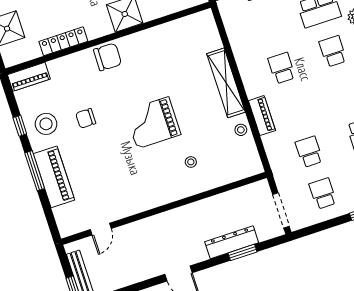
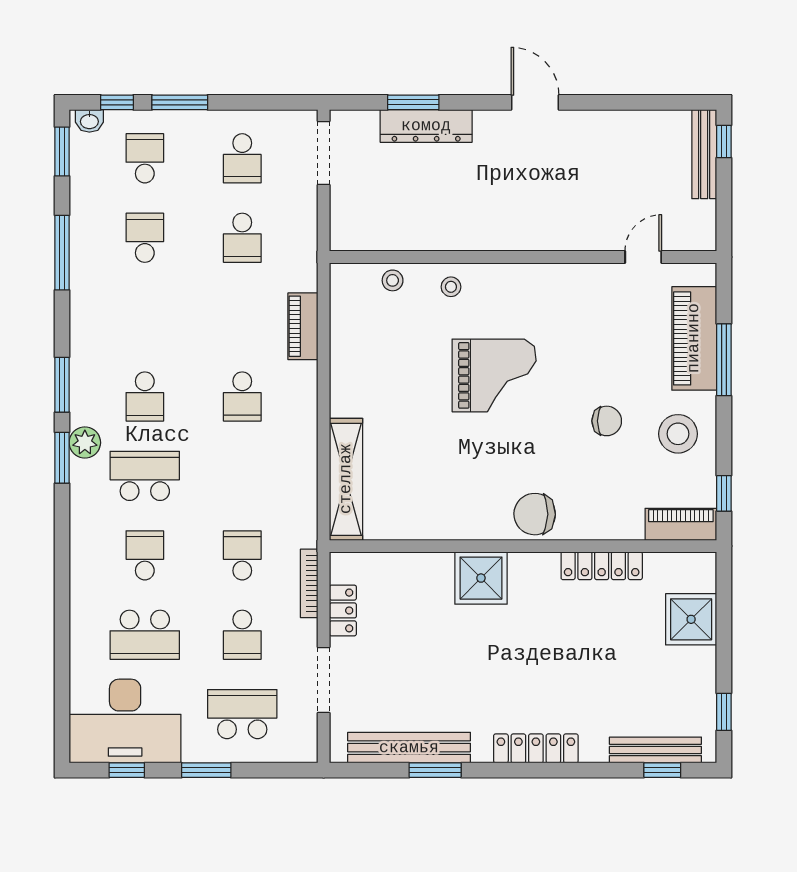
shelving: (226, 83) -> (346, 479), moved
window: (20, 126) -> (724, 493), moved
stool: (241, 130) -> (393, 280), moved
wall: (164, 208) -> (523, 257), moved
door: (101, 229) -> (643, 257), moved

